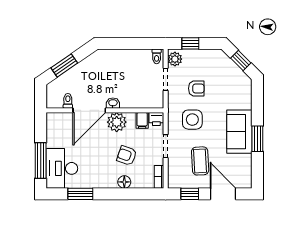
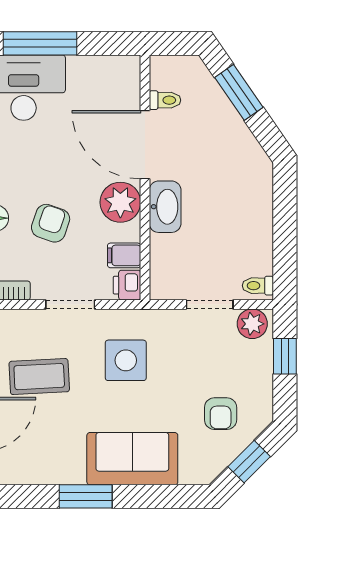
armchair: (196, 88) -> (221, 414), moved
washbasin: (113, 103) -> (165, 207), width x1.91, depth x1.45
sofa: (239, 132) -> (132, 459), moved

